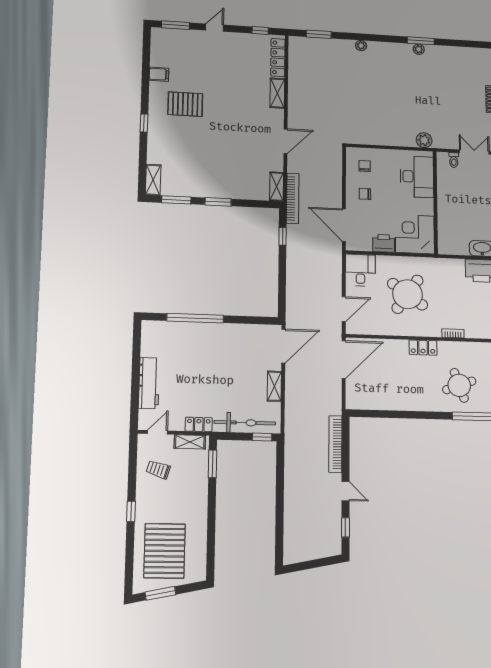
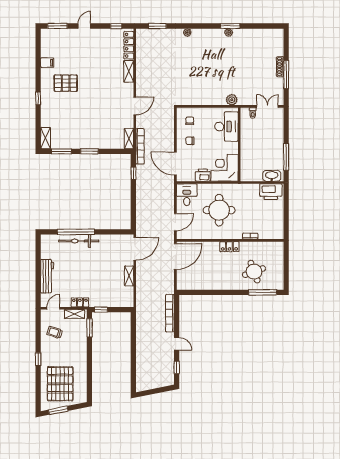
round table: (407, 294) -> (219, 210), turned -35
bicycle: (245, 423) -> (79, 241), moved, turned 180
window: (262, 437) -> (101, 310), moved

